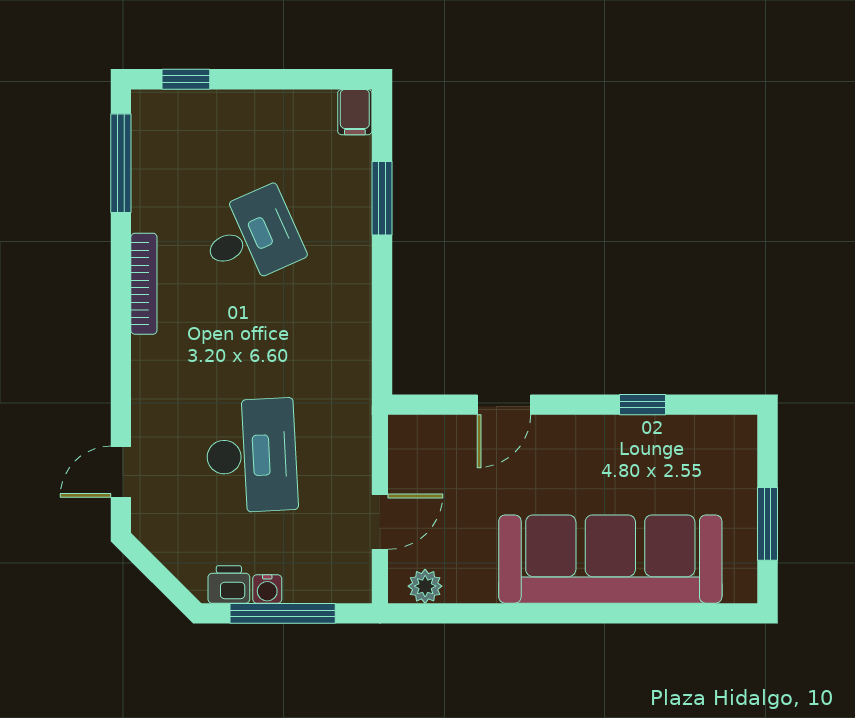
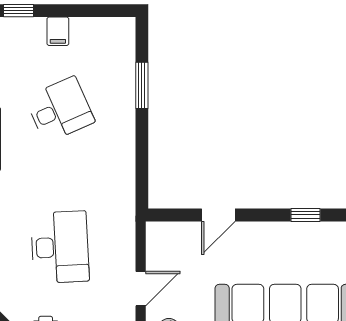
filing cabinet: (355, 112) -> (58, 31), moved

